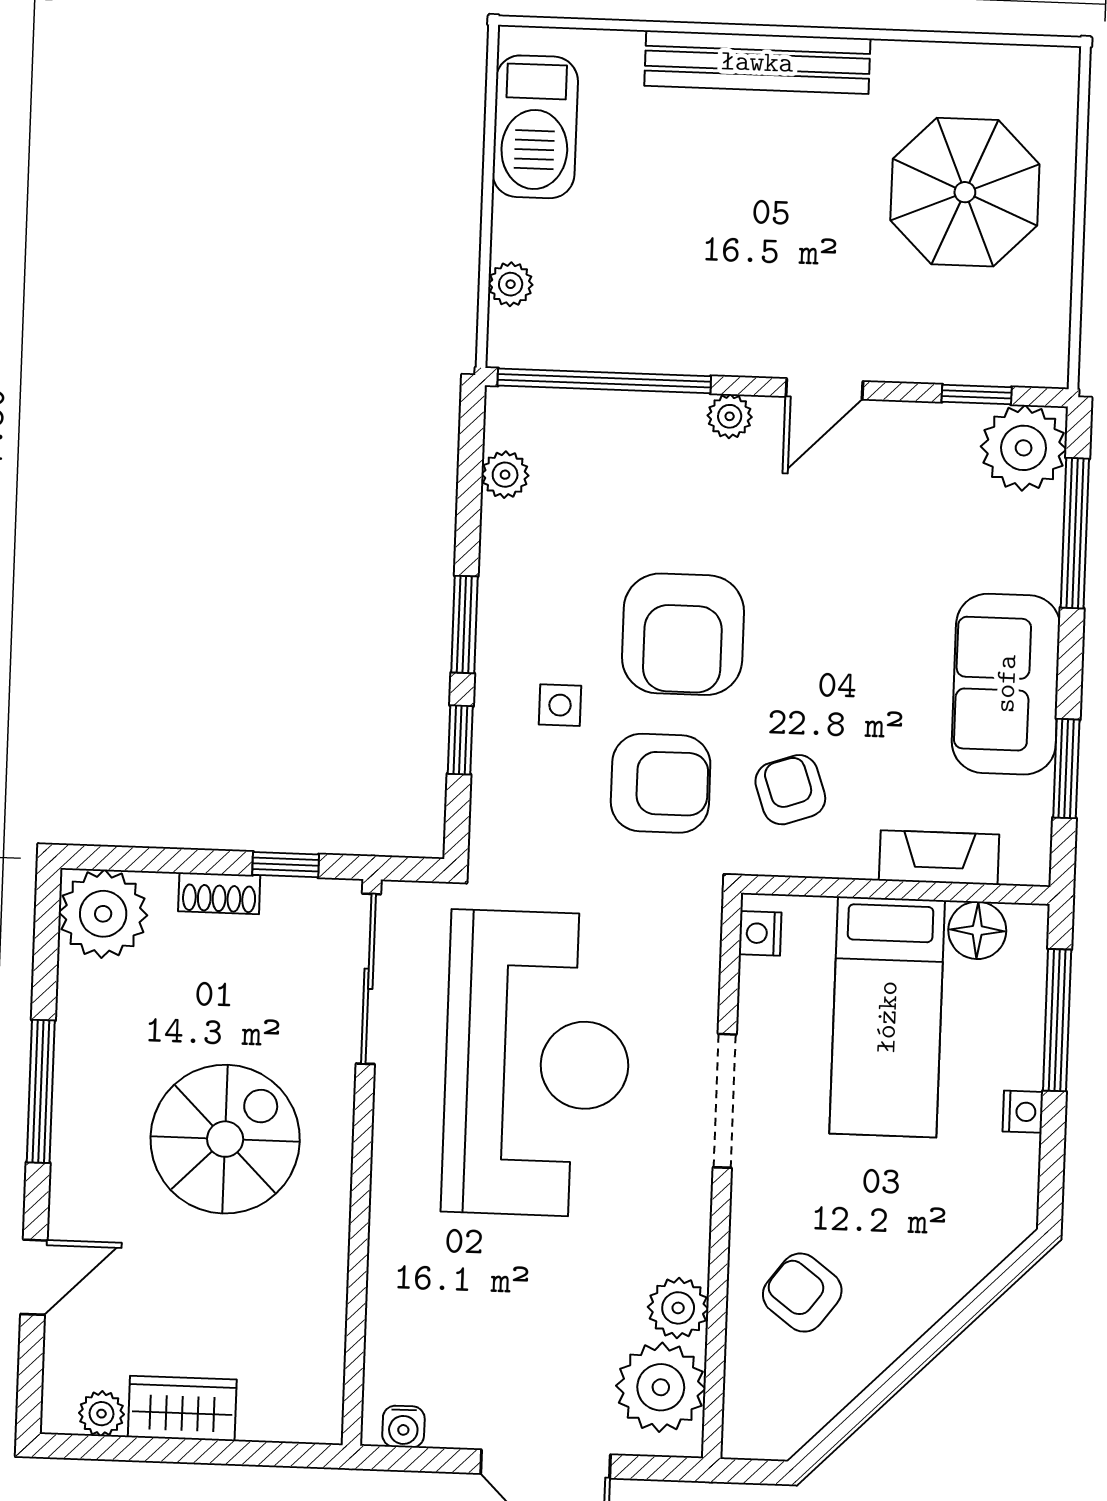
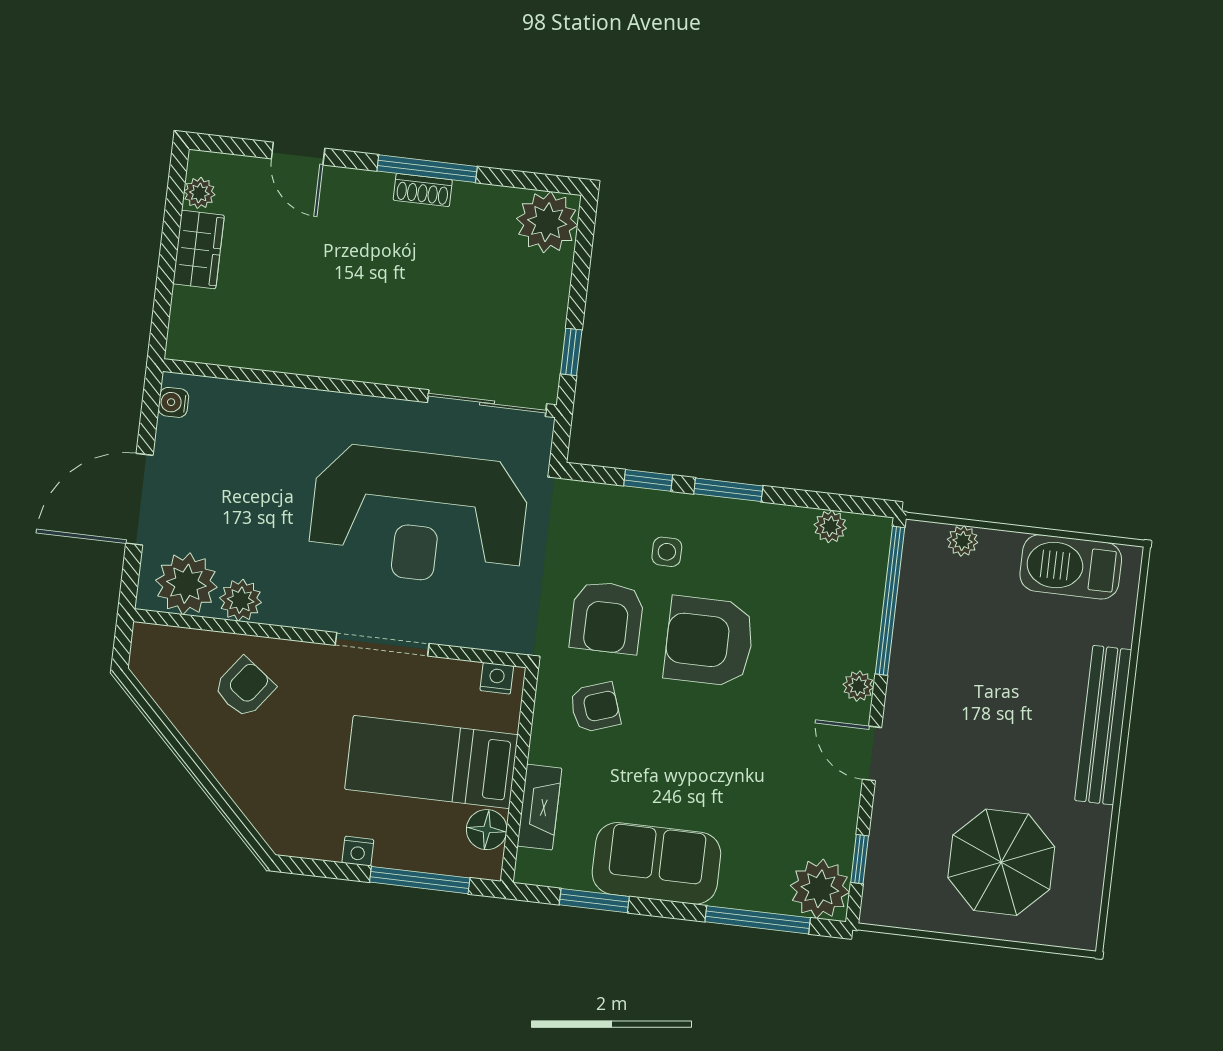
shoe rack: (219, 893) -> (423, 190), moved, turned -90
spiral stairs: (225, 1139) -> (383, 294), removed

